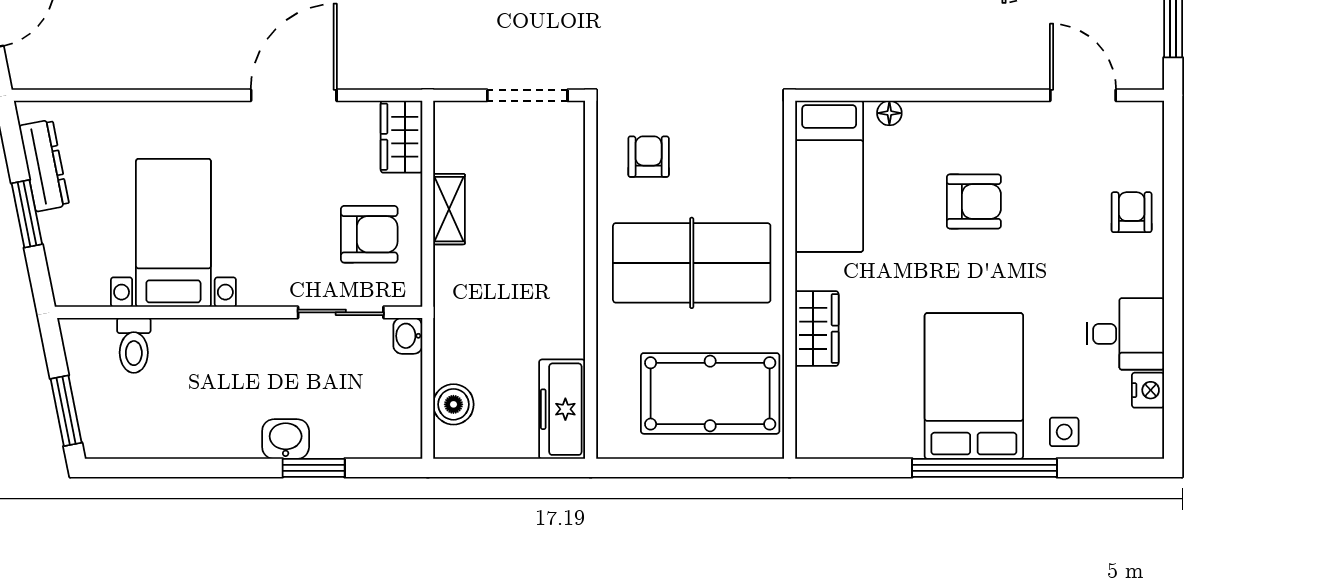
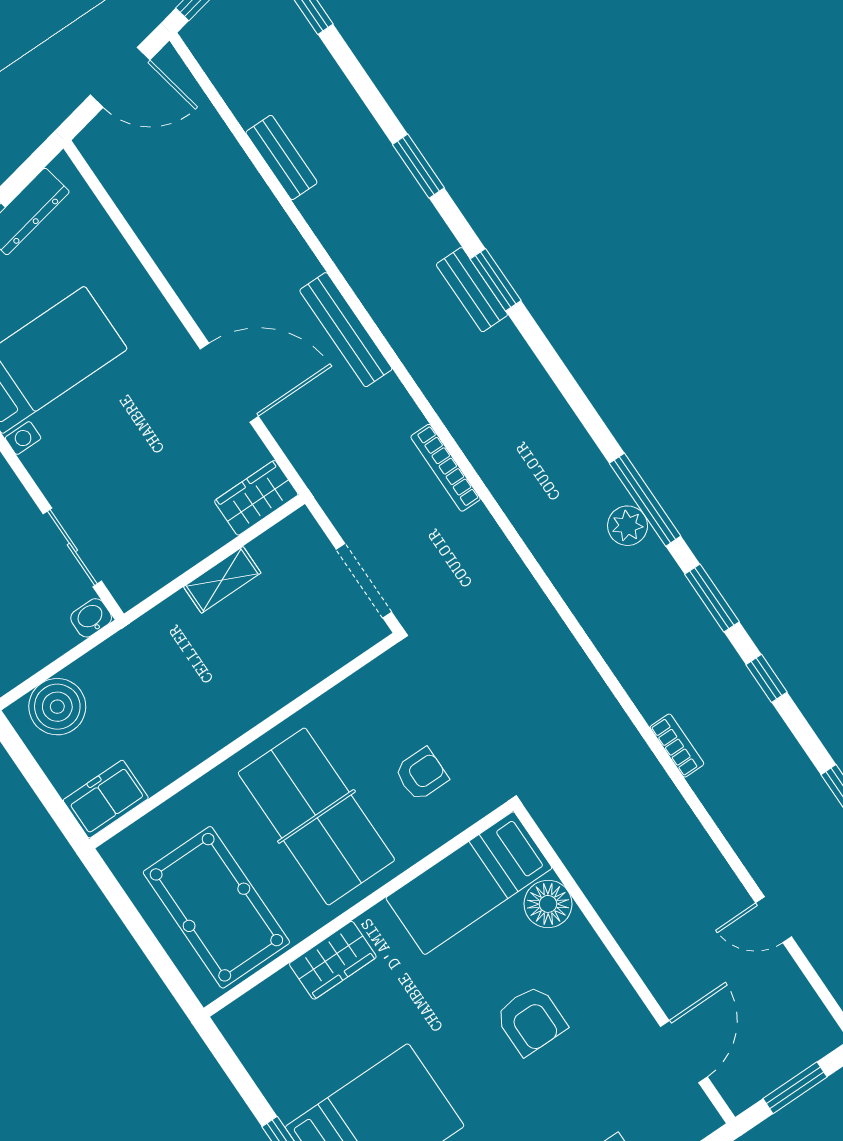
floor lamp: (889, 113) -> (548, 904), width x1.89, depth x1.89
armchair: (649, 157) -> (421, 774), moved
armchair: (369, 234) -> (155, 527), removed
boiler: (453, 404) -> (57, 707), width x1.37, depth x1.37
freezer: (562, 409) -> (106, 799), width x0.71

